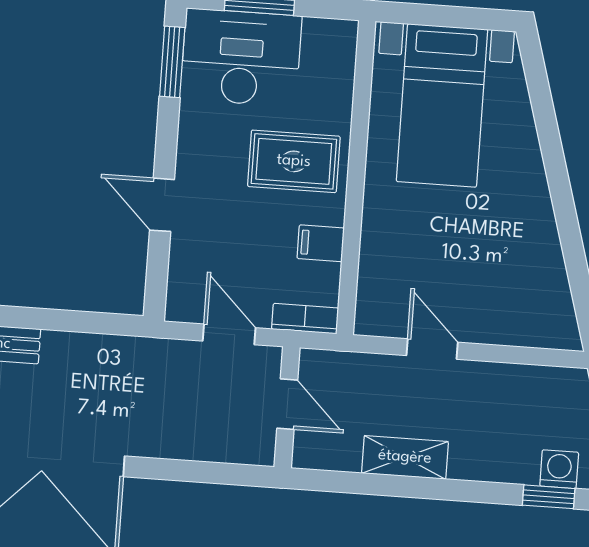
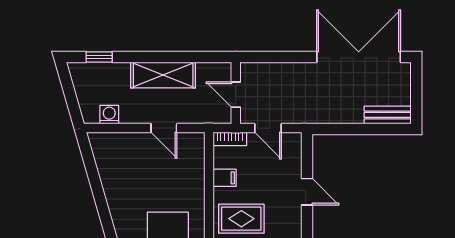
shelving: (405, 457) -> (163, 75), width x1.50, depth x1.33
washing machine: (559, 469) -> (109, 115), moved, turned 180

